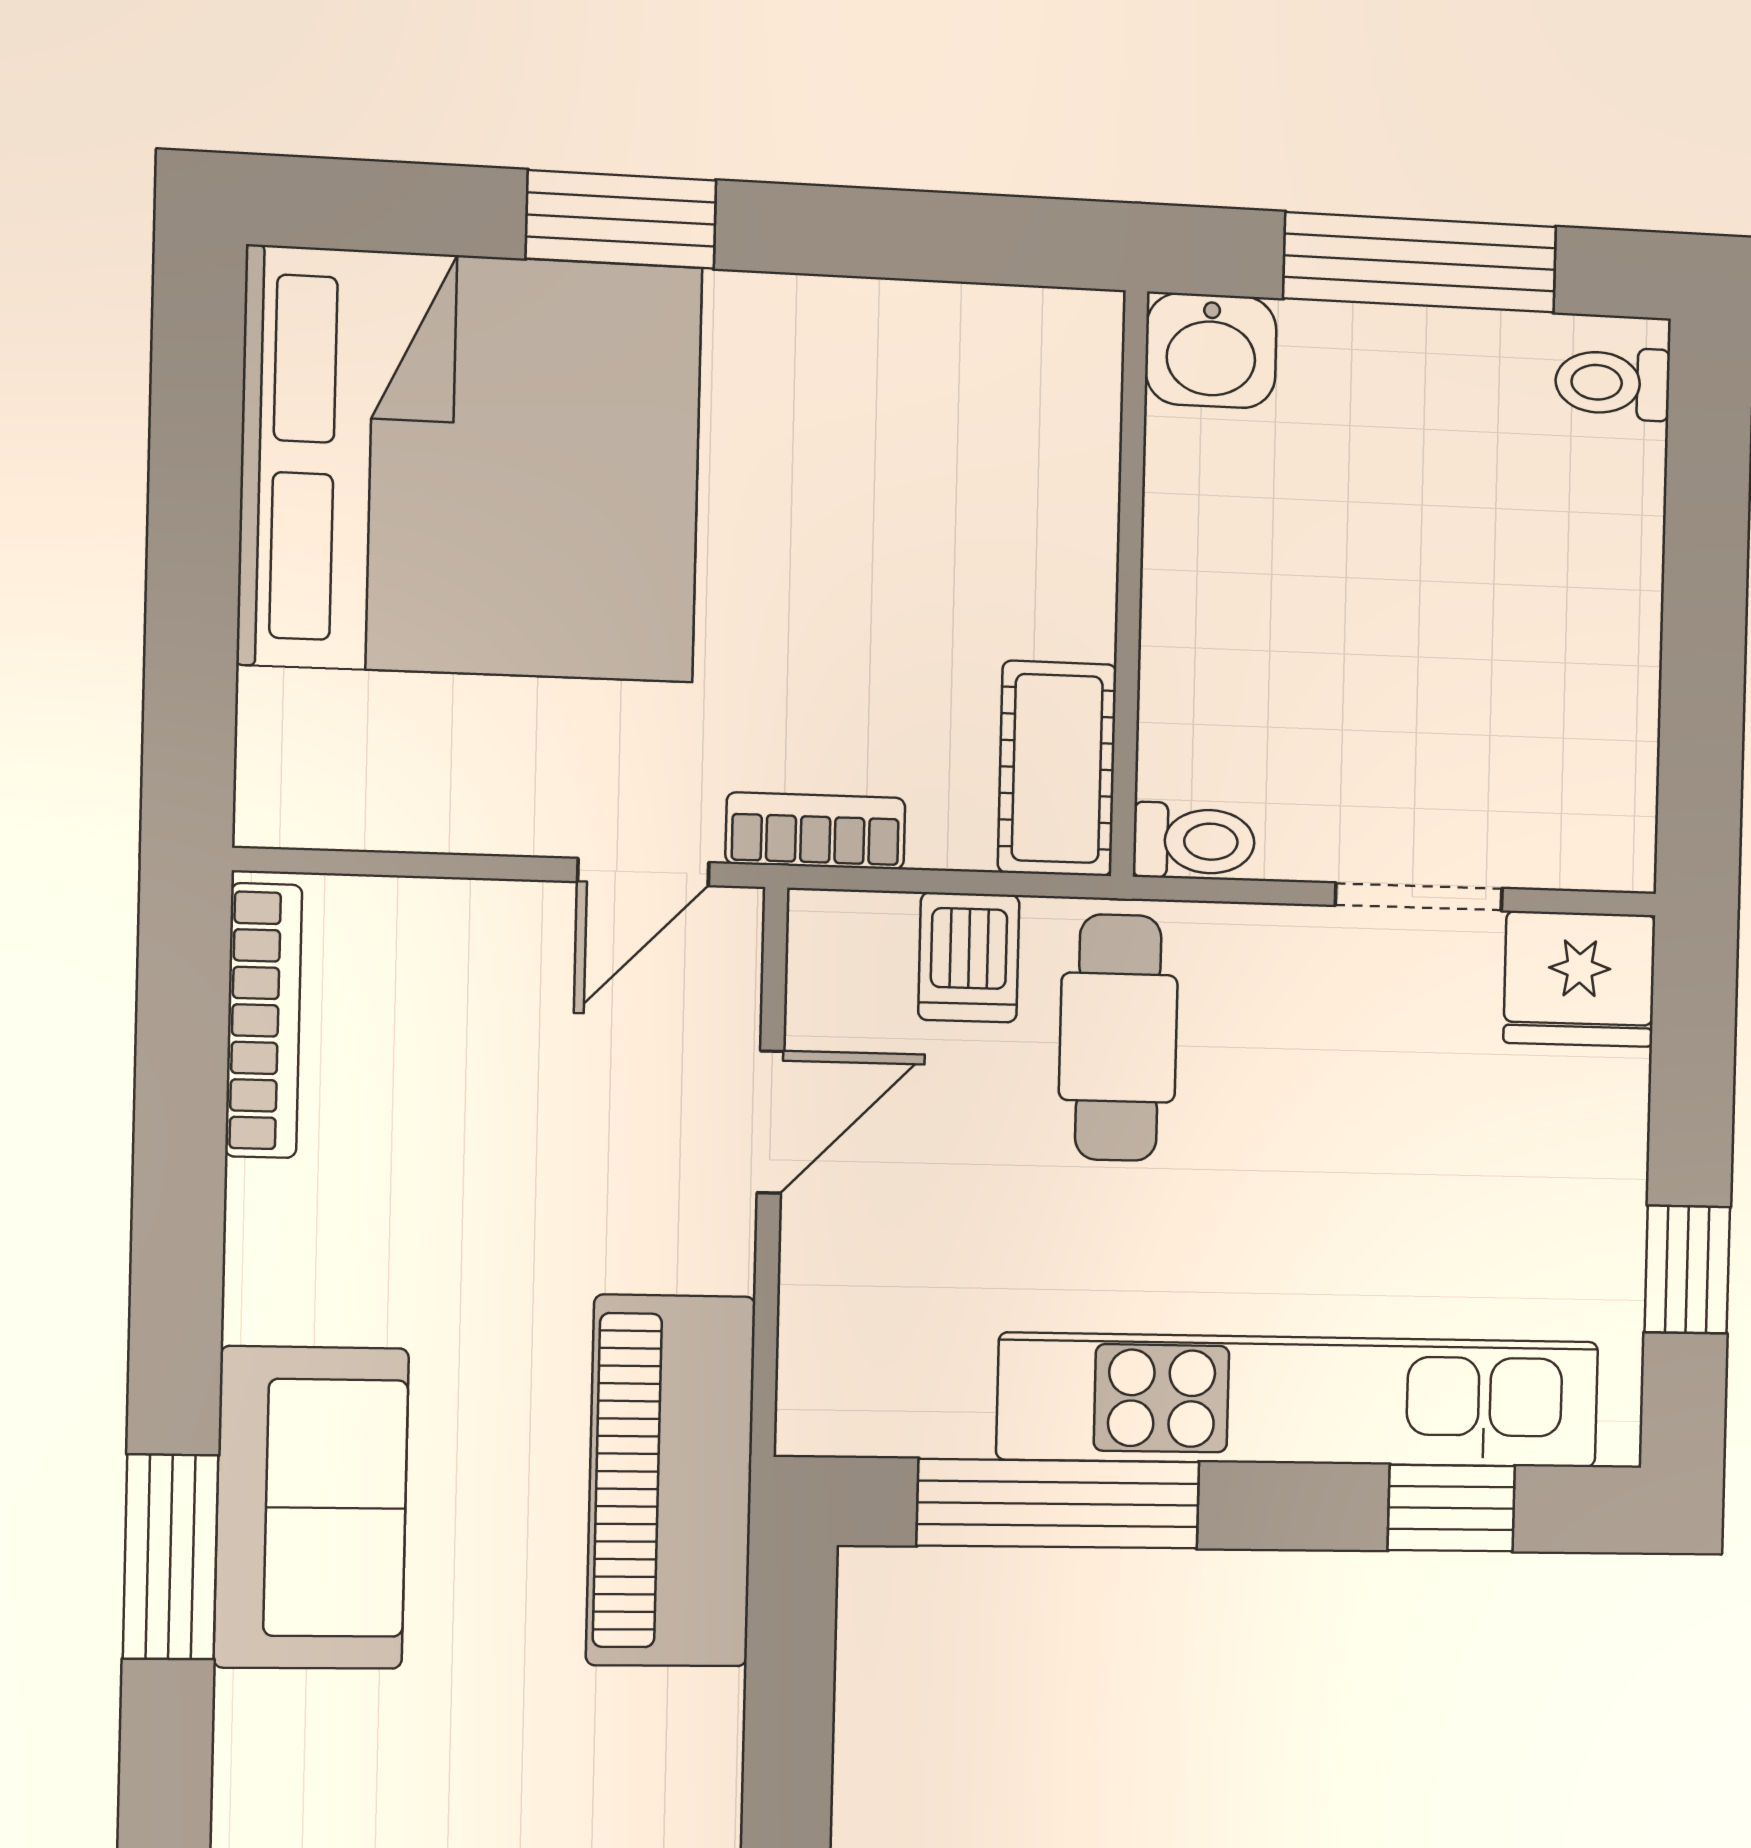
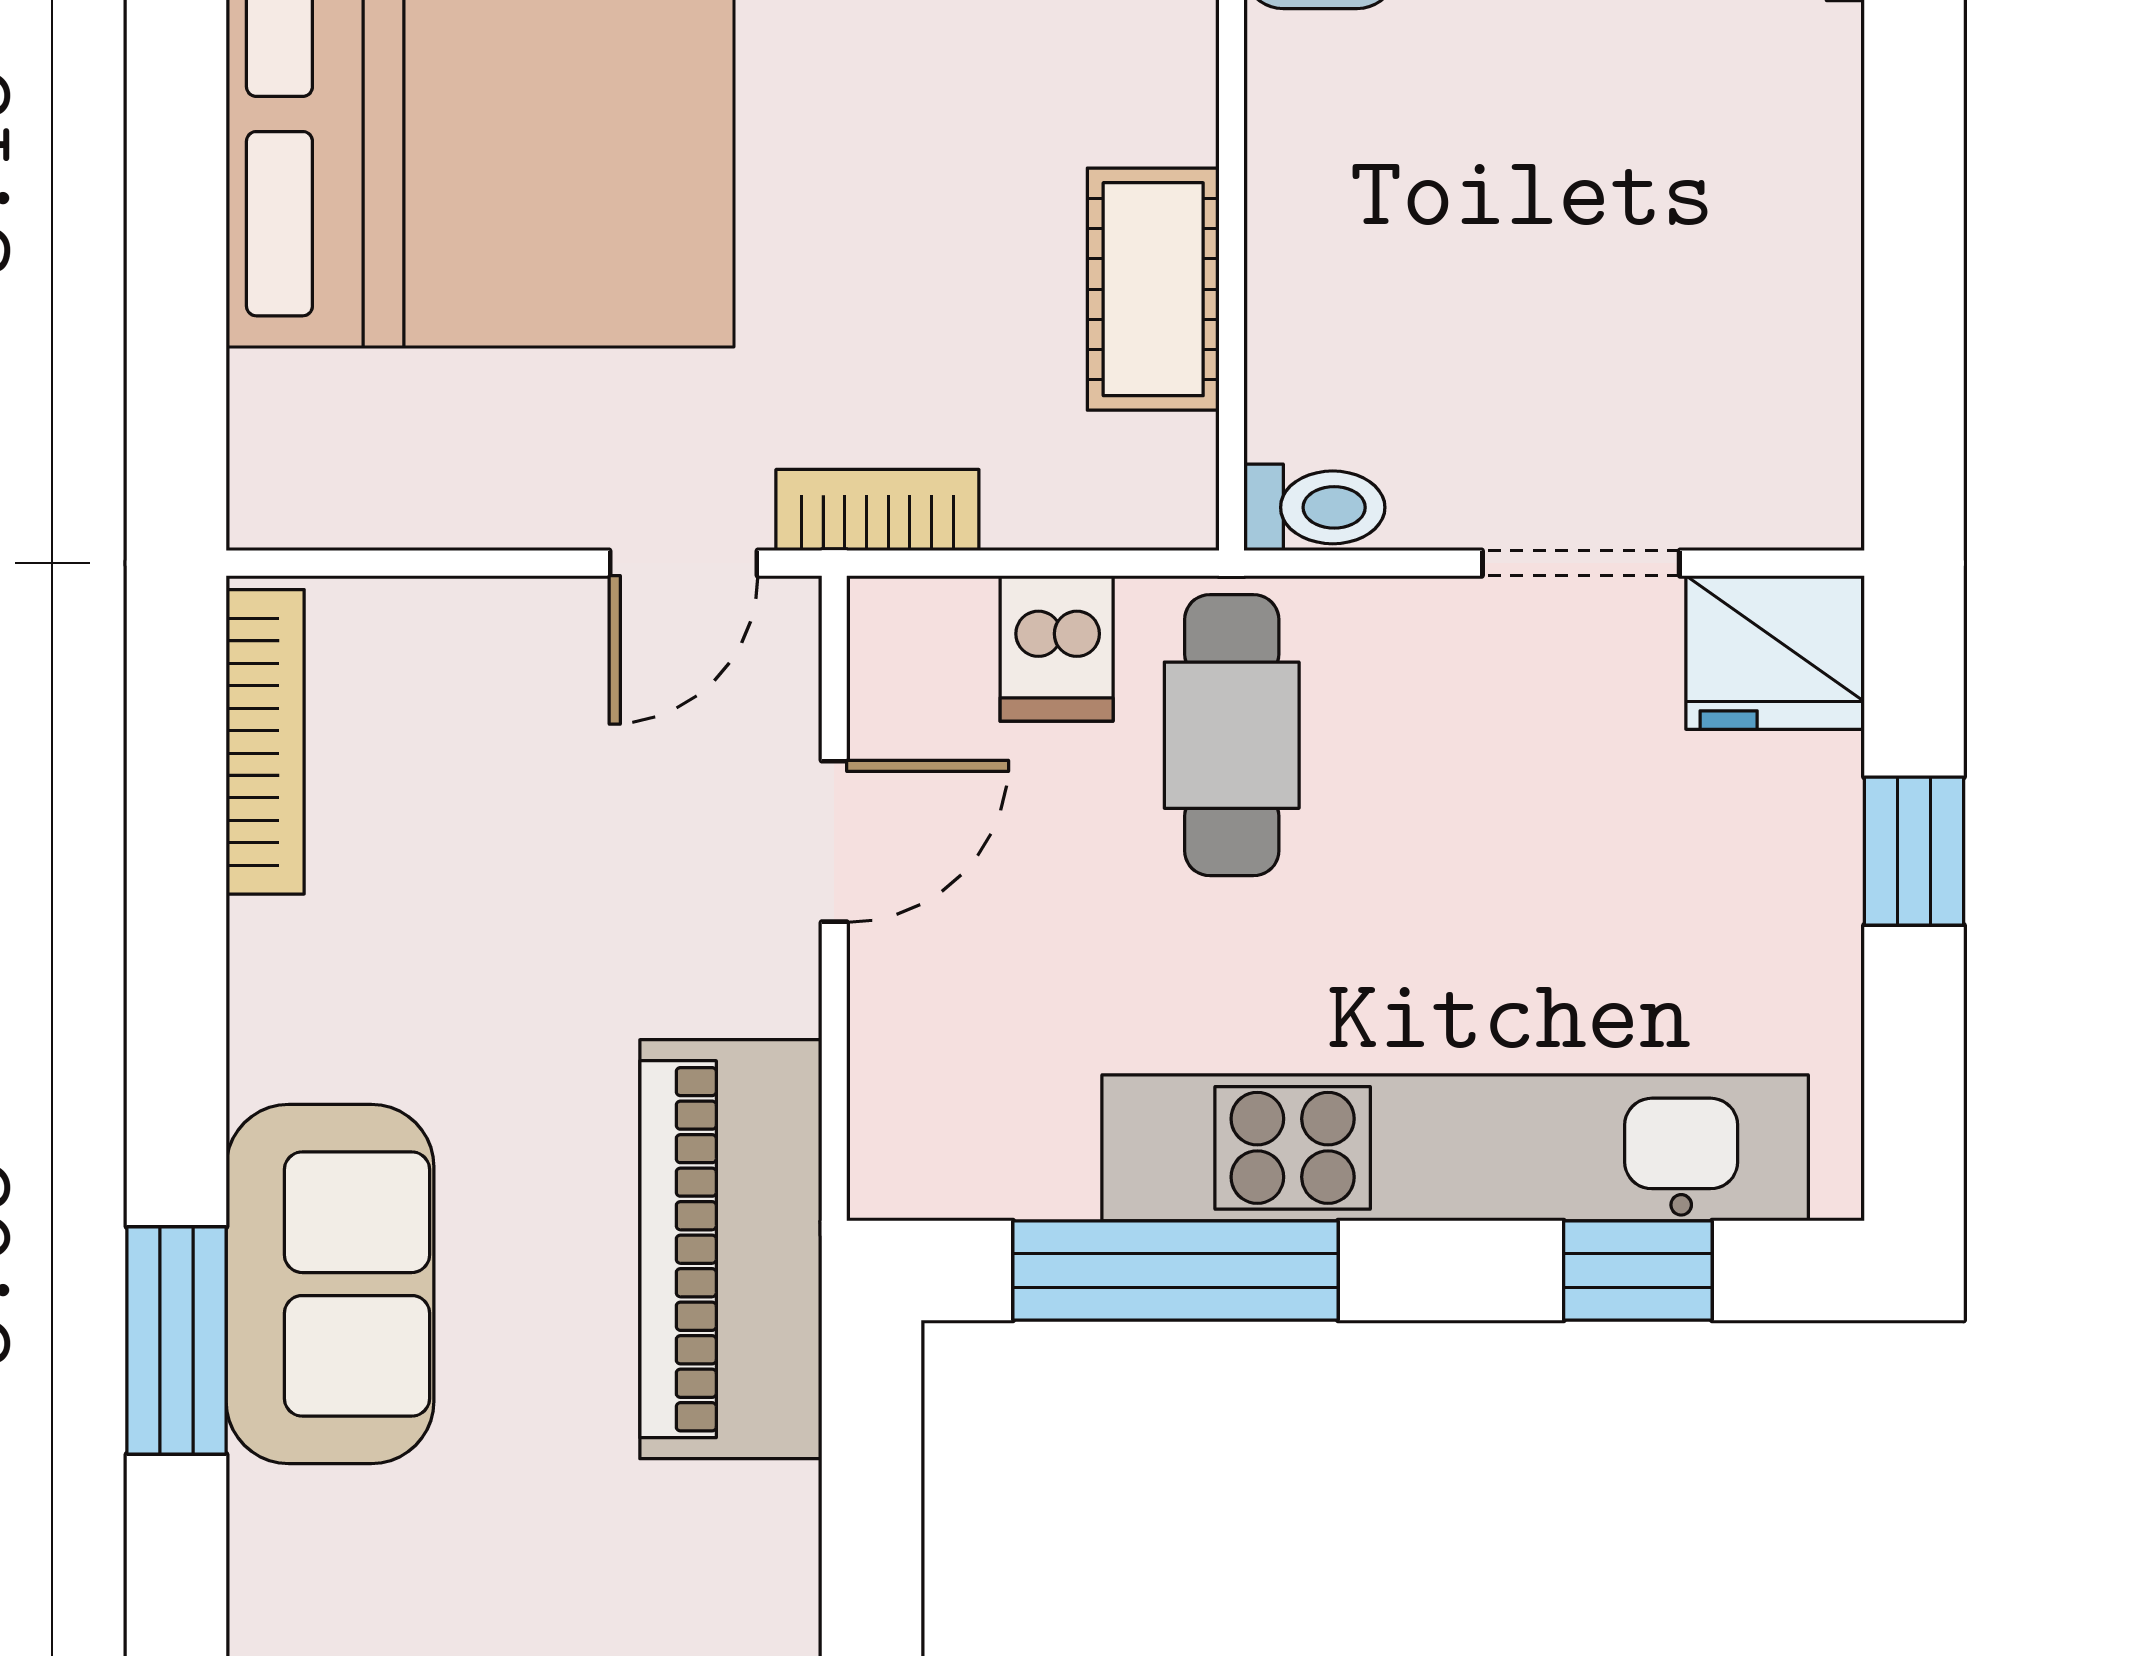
cot: (1057, 768) -> (1153, 289), moved
window: (1687, 1270) -> (1914, 851), moved

